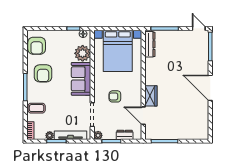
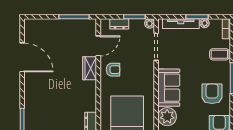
door: (210, 88) -> (22, 57), moved
armchair: (115, 96) -> (113, 70), moved
door: (143, 116) -> (98, 46), hinge flipped

